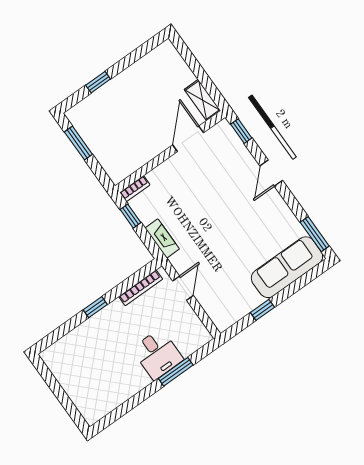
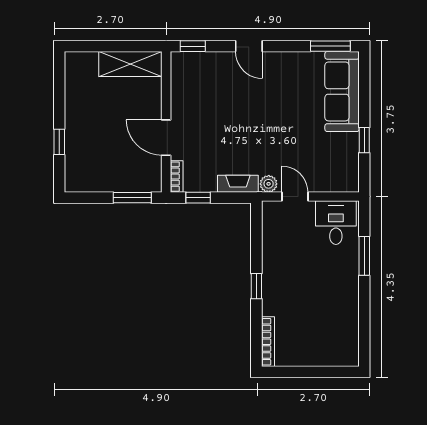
shelving: (202, 100) -> (130, 64), width x1.50, depth x1.33
door: (188, 139) -> (166, 138), moved
window: (78, 143) -> (132, 198), moved
plant: (178, 261) -> (269, 184), added
bookcase: (141, 288) -> (268, 342), moved
desk: (158, 354) -> (336, 223), moved, turned -90

